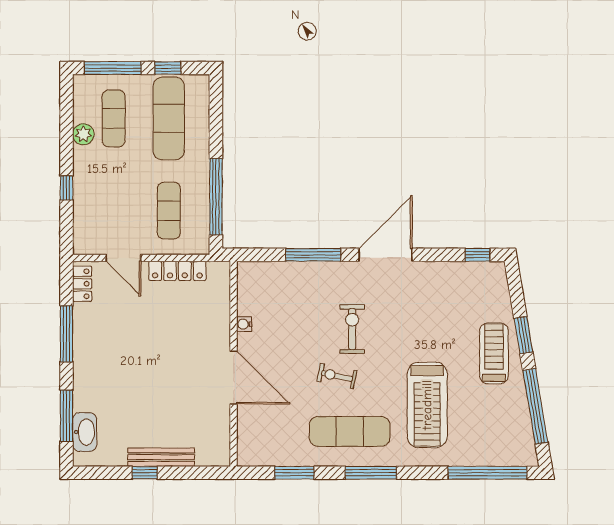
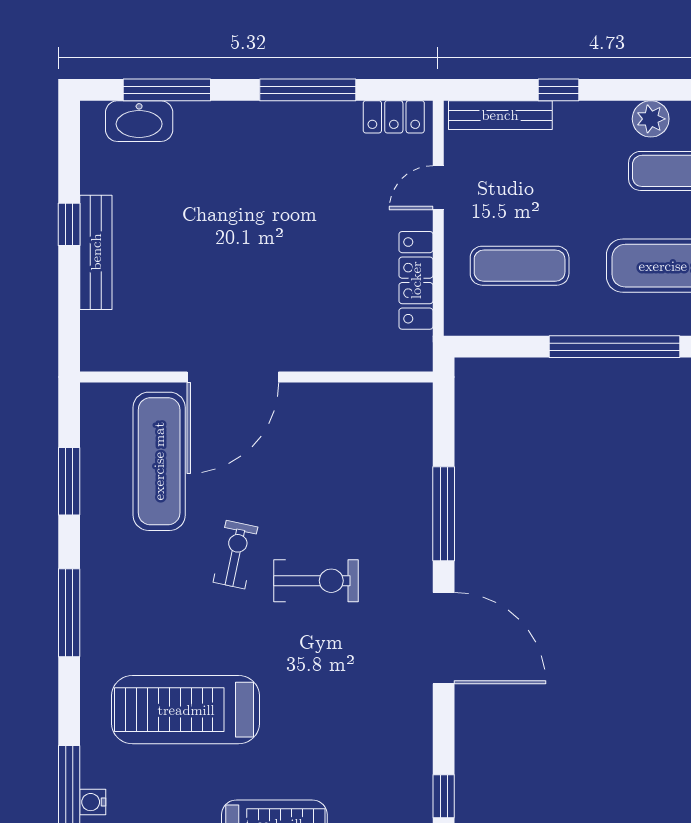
window: (216, 197) -> (614, 347), moved
bench: (81, 222) -> (500, 115), added
door: (123, 258) -> (438, 188), width x0.73
water cooler: (244, 324) -> (93, 802), moved, turned -90
exercise mat: (350, 431) -> (159, 461), moved

